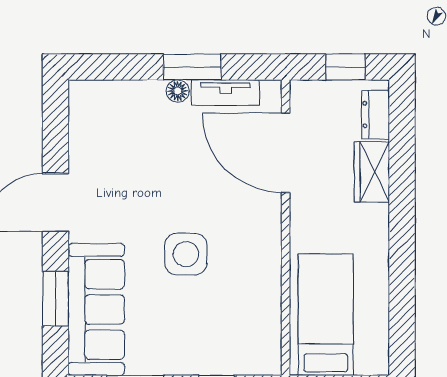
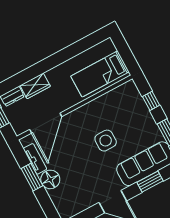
floor lamp: (178, 91) -> (50, 179), width x1.89, depth x1.89

